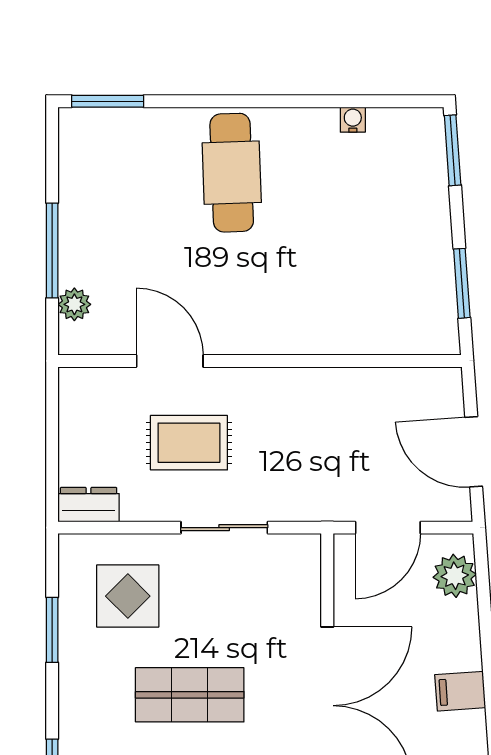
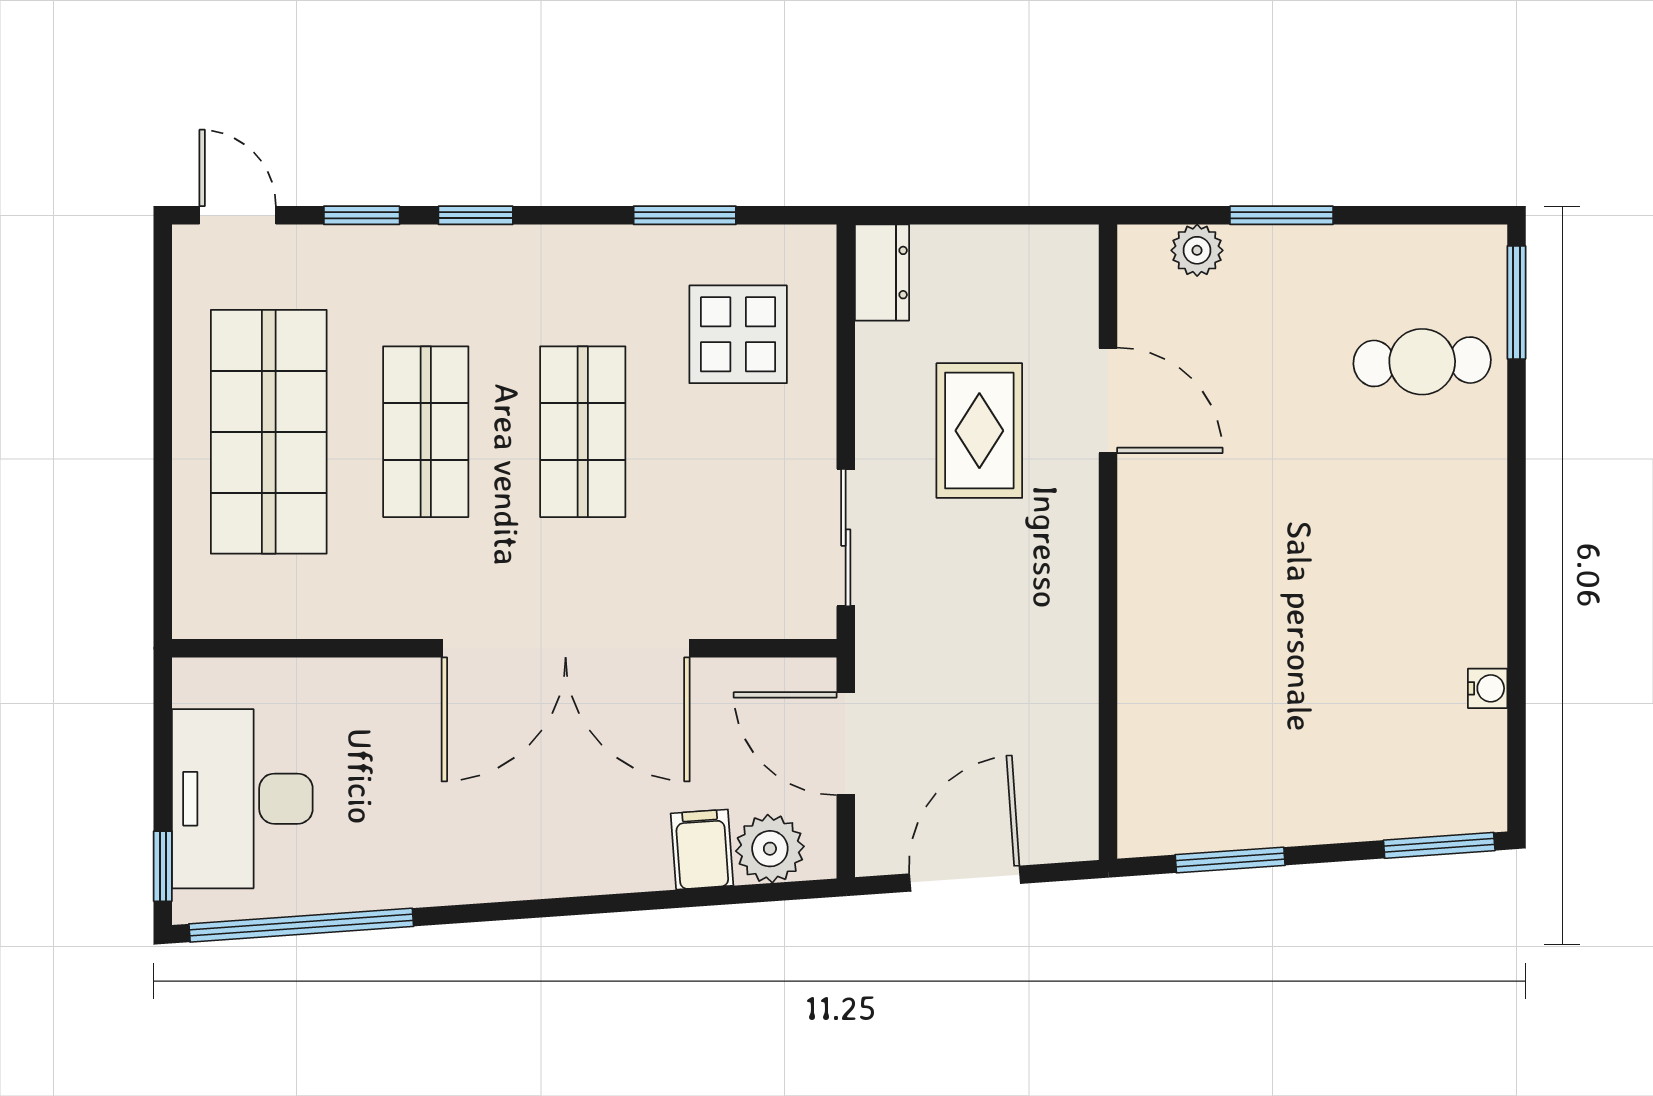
cafe table: (232, 173) -> (1422, 362), moved, width x0.73, depth x0.74
window: (52, 251) -> (1282, 215), width x0.69
door: (170, 361) -> (1108, 400), hinge flipped
sliding door: (224, 528) -> (846, 538), moved
filing cabinet: (460, 691) -> (702, 849), moved

